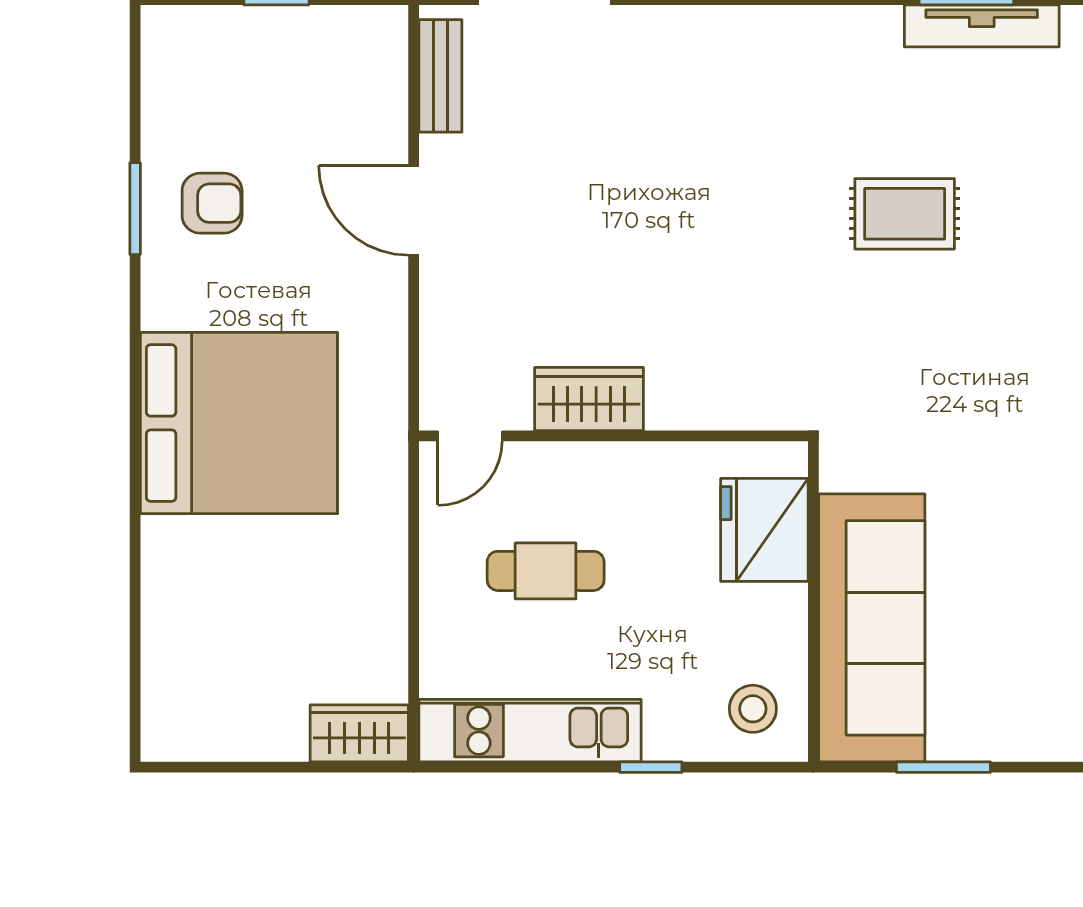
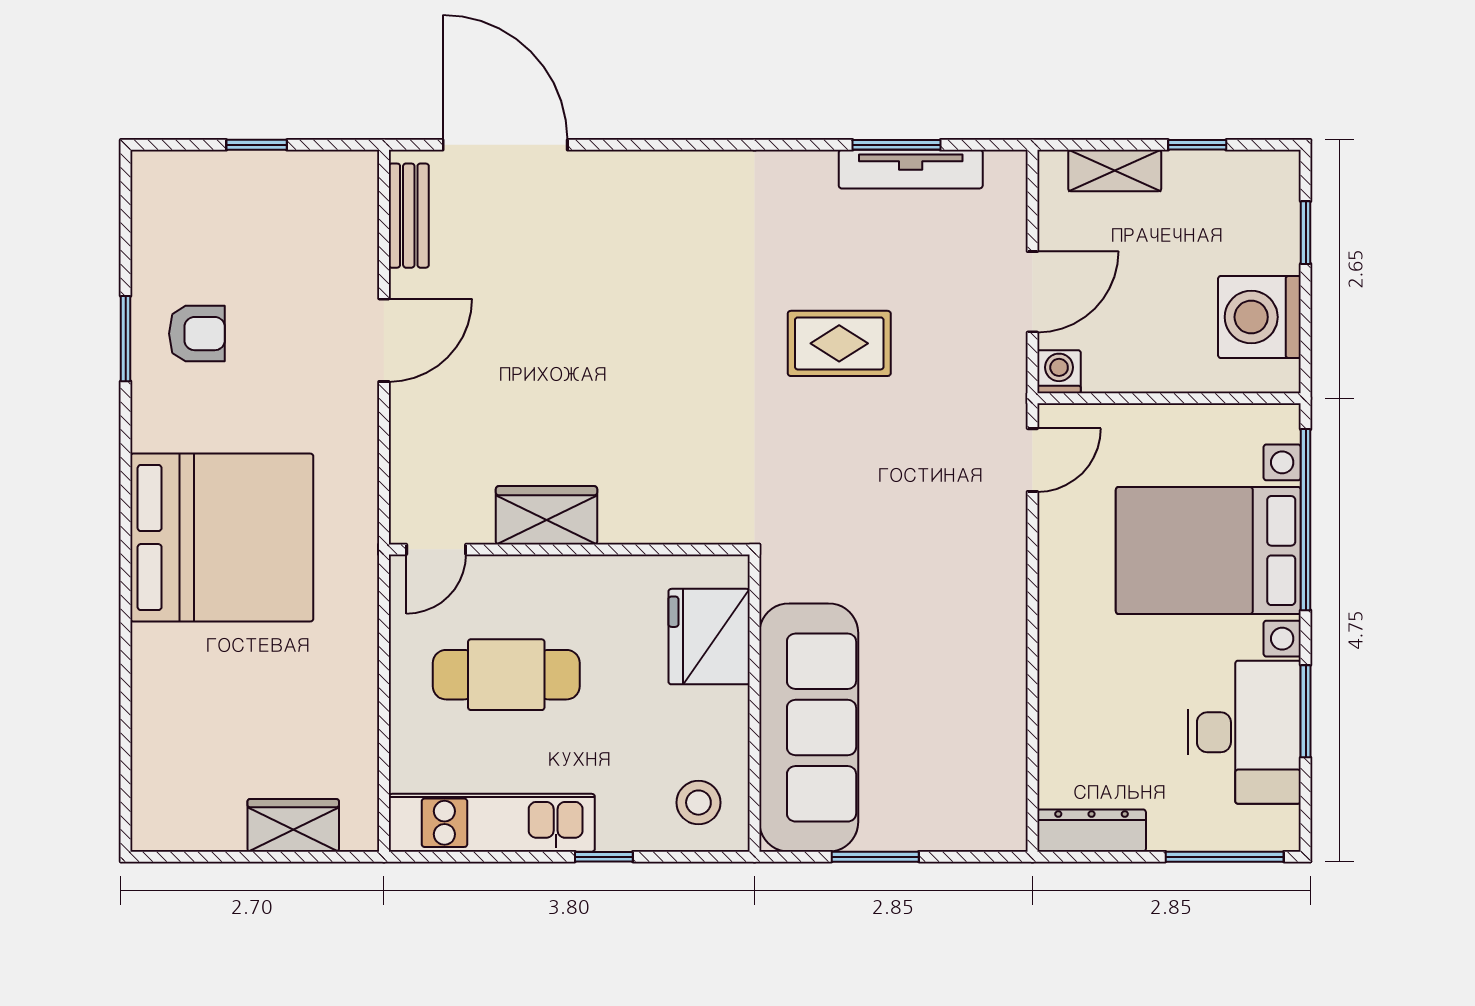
door: (414, 210) -> (384, 340), swing flipped
cafe table: (546, 571) -> (506, 675), width x1.37, depth x1.35
wardrobe: (359, 733) -> (293, 825), moved

